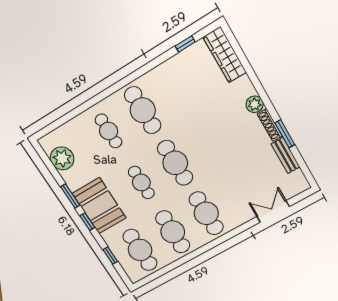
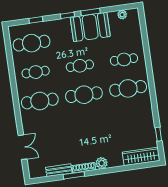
plant: (62, 158) -> (122, 15), width x0.53, depth x0.53
booth: (99, 206) -> (90, 27), moved
cafe table: (173, 232) -> (36, 72), width x0.73, depth x0.74

